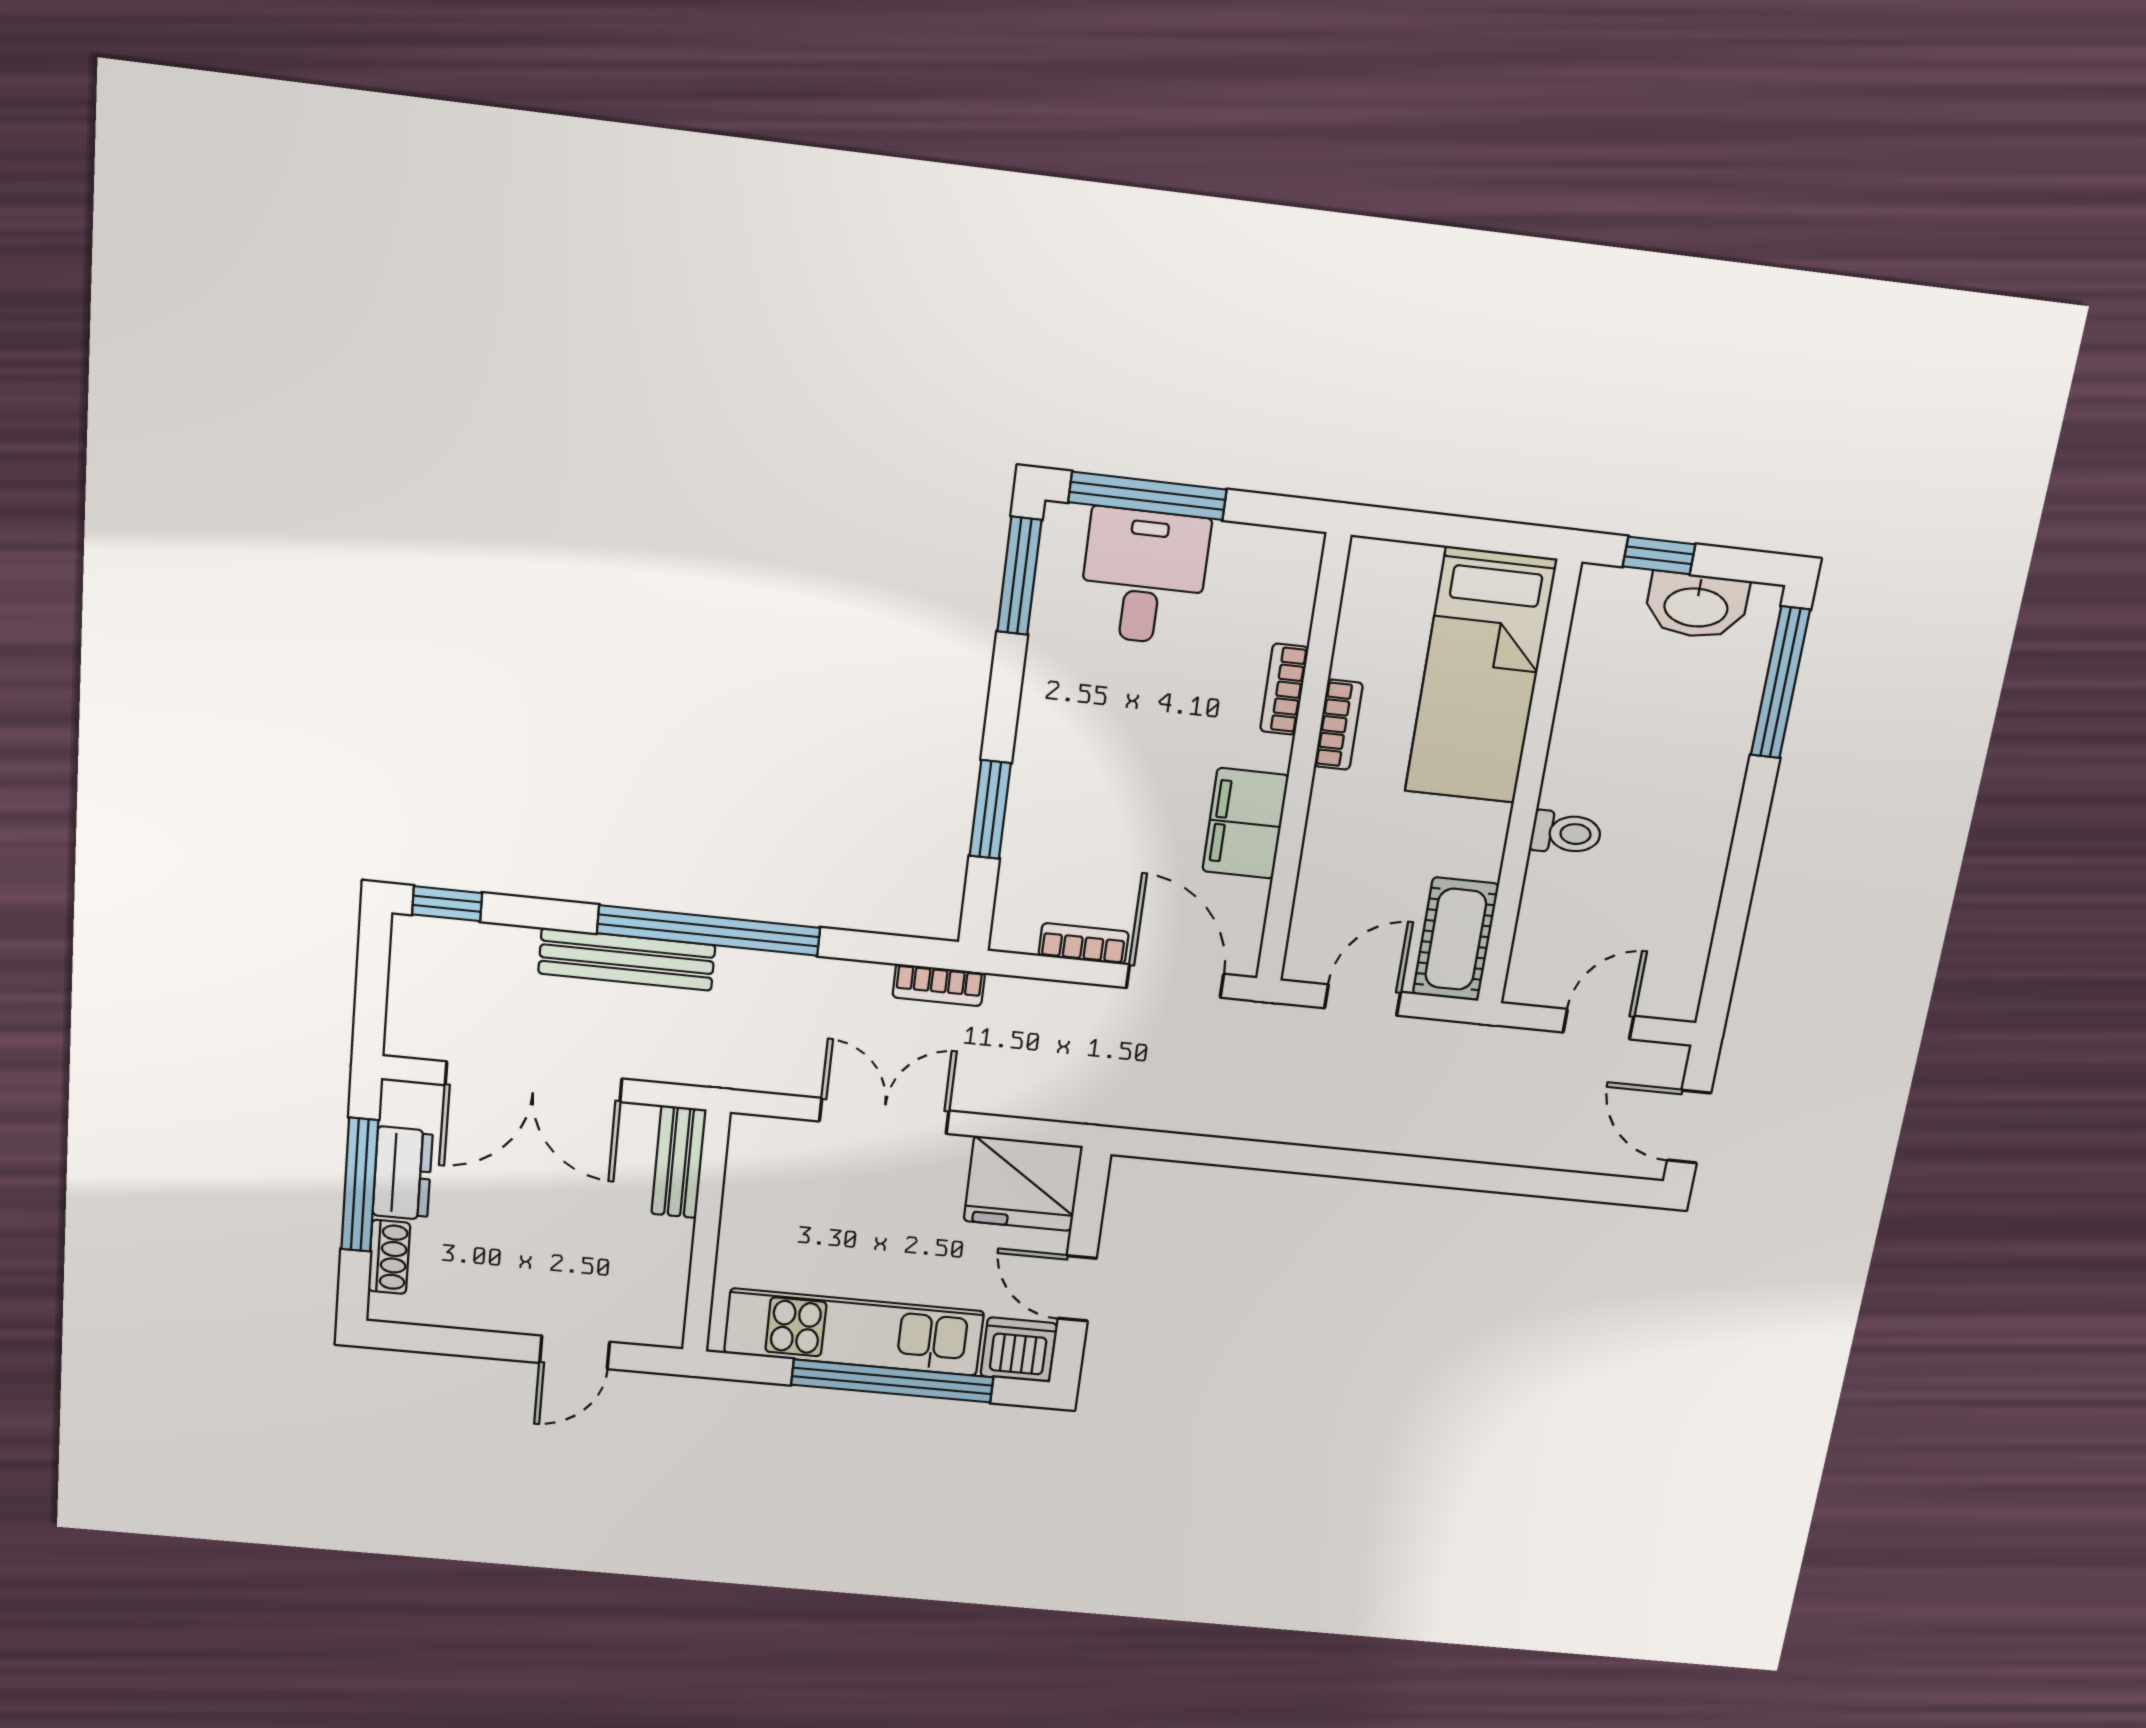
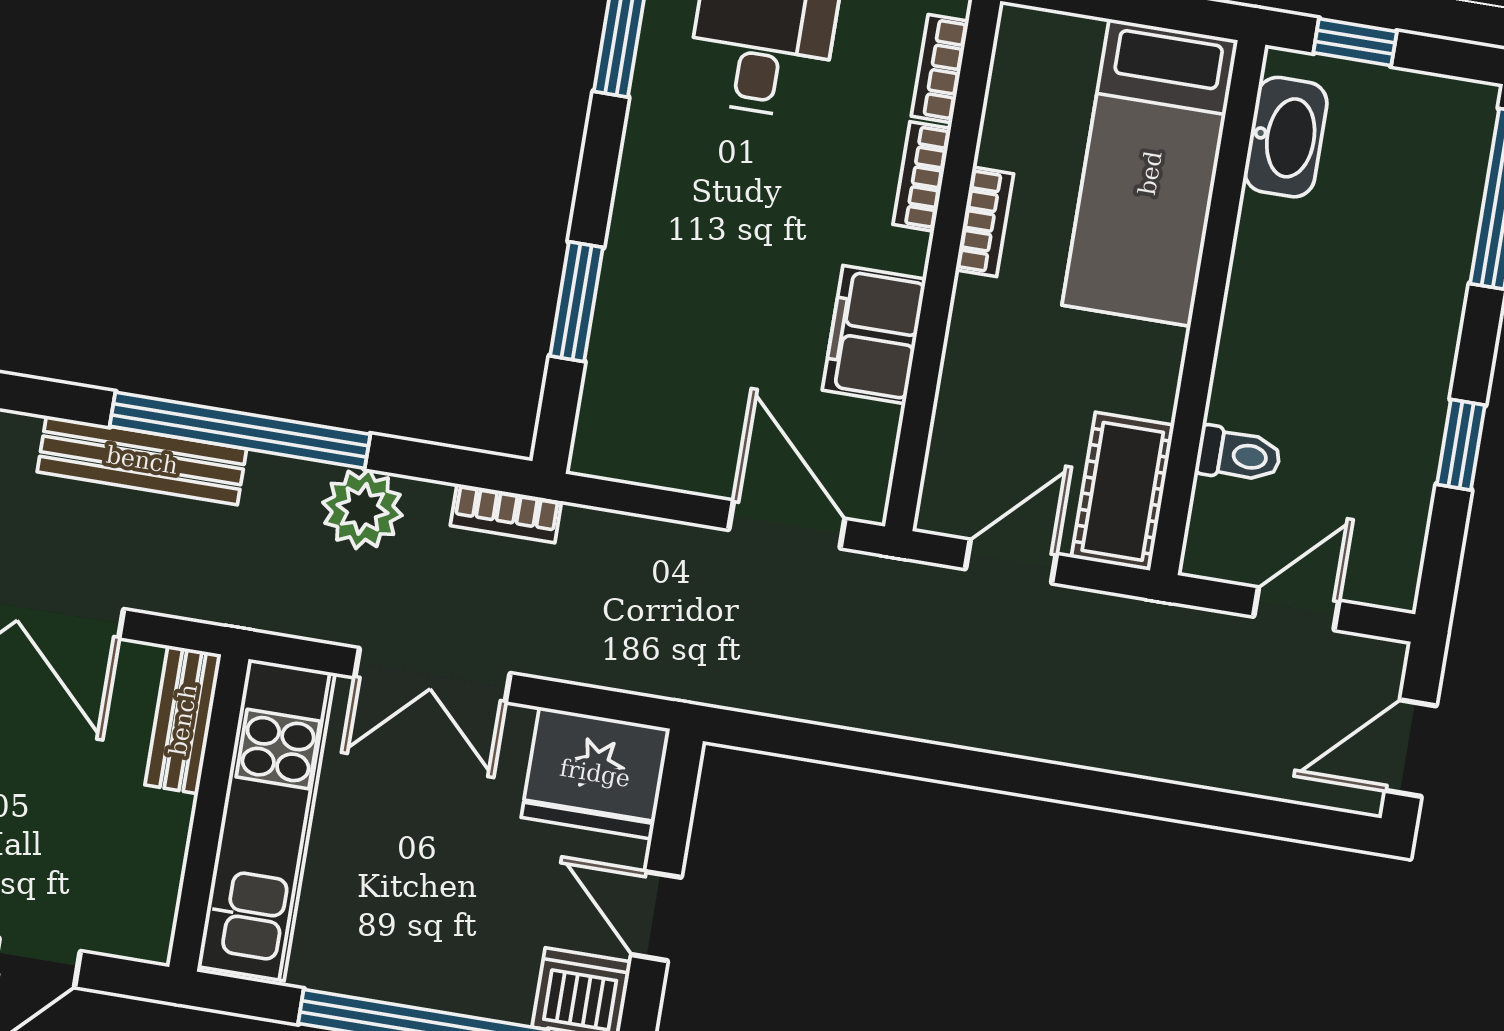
washbasin: (1696, 606) -> (1286, 137), moved, turned -90
toilet: (1566, 833) -> (1239, 455), moved
window: (1738, 887) -> (1461, 445), added
bookcase: (1084, 944) -> (940, 69), moved, turned -90
plant: (817, 988) -> (362, 509), added
double door: (884, 1116) -> (432, 675), swing flipped
door: (1689, 1127) -> (1411, 748), hinge flipped
kitchen unit: (854, 1332) -> (266, 820), moved, turned 90

